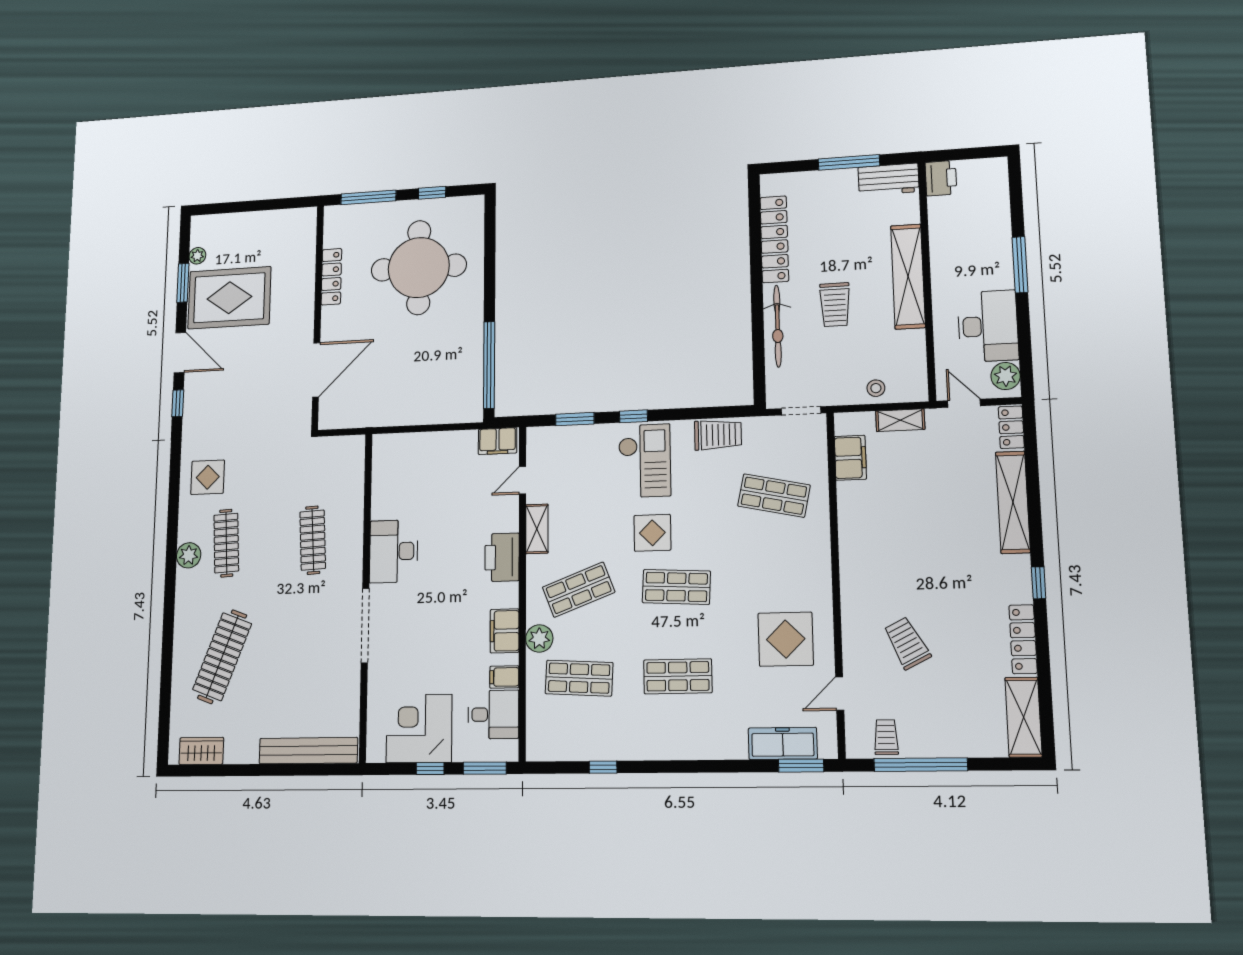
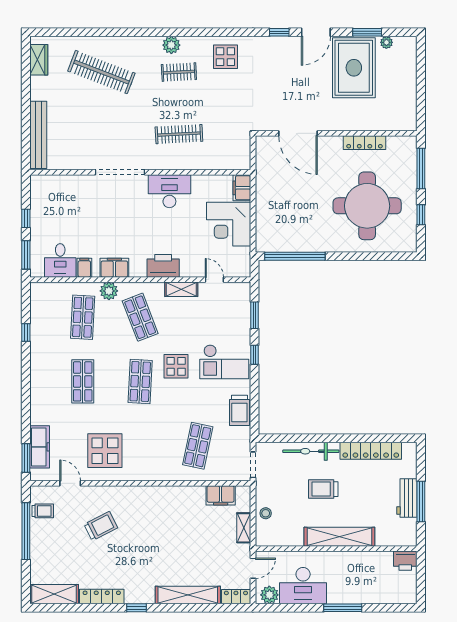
workbench: (888, 179) -> (407, 498), moved
filing cabinet: (498, 441) -> (242, 188), moved
clothes rail: (226, 543) -> (179, 72), width x0.73
corner desk: (419, 728) -> (229, 224), moved, turned 180

